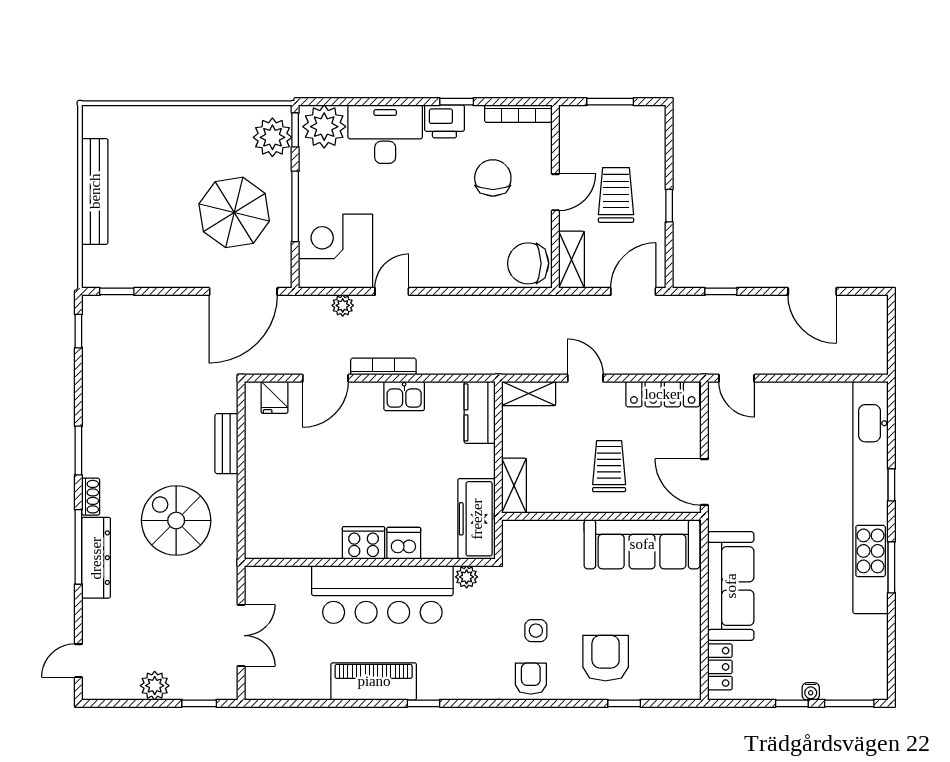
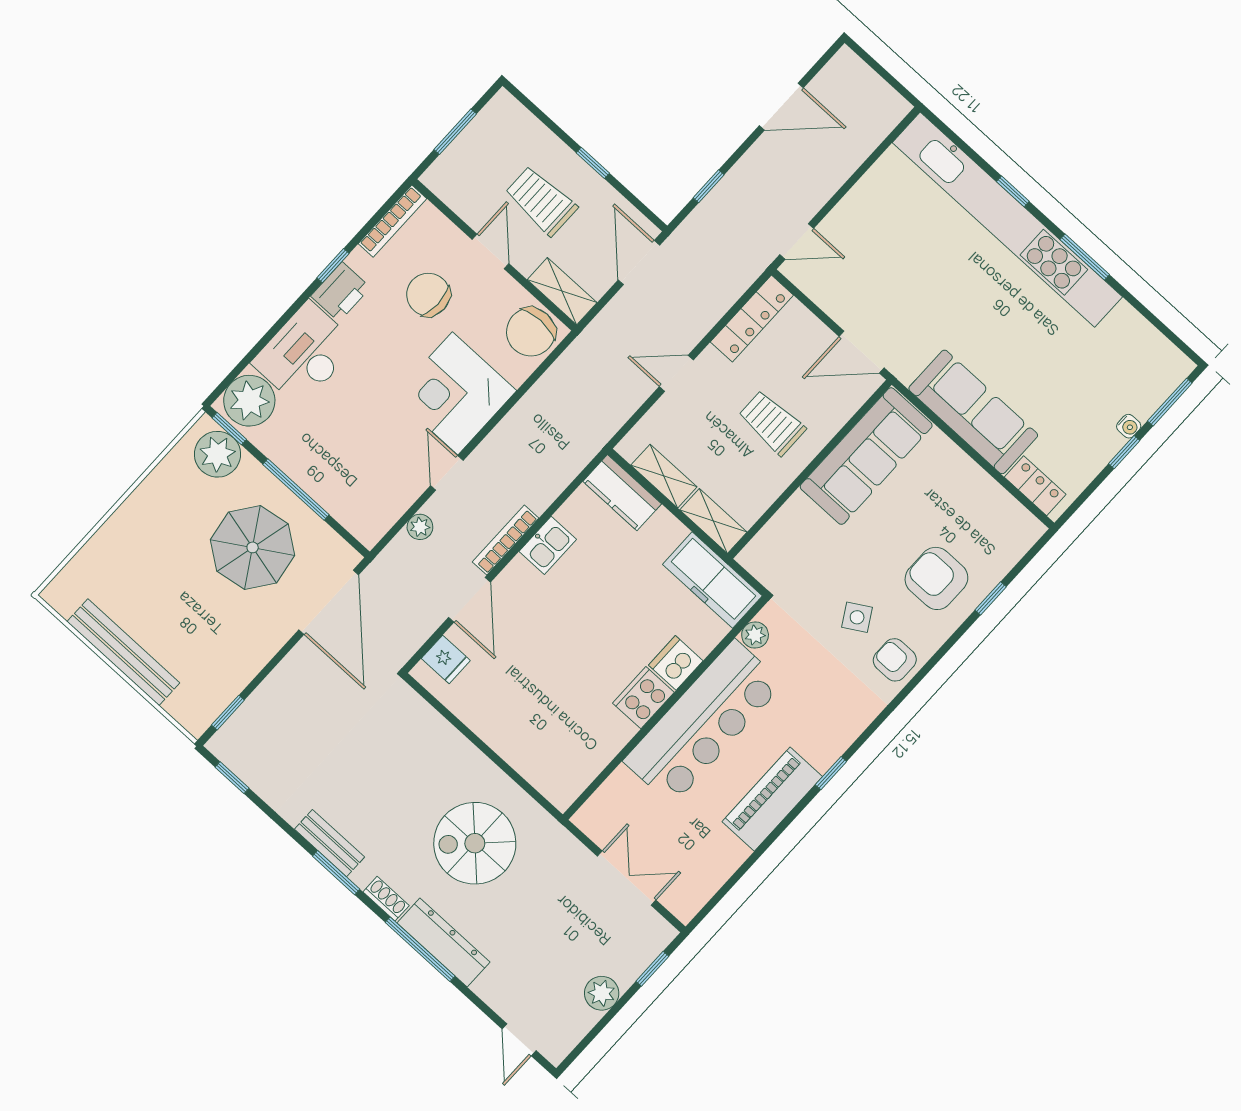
corner desk: (336, 251) -> (455, 393), moved
shelving: (529, 394) -> (664, 476), moved, turned 90
bench: (226, 444) -> (329, 843), moved
side table: (536, 631) -> (857, 617), turned -31

